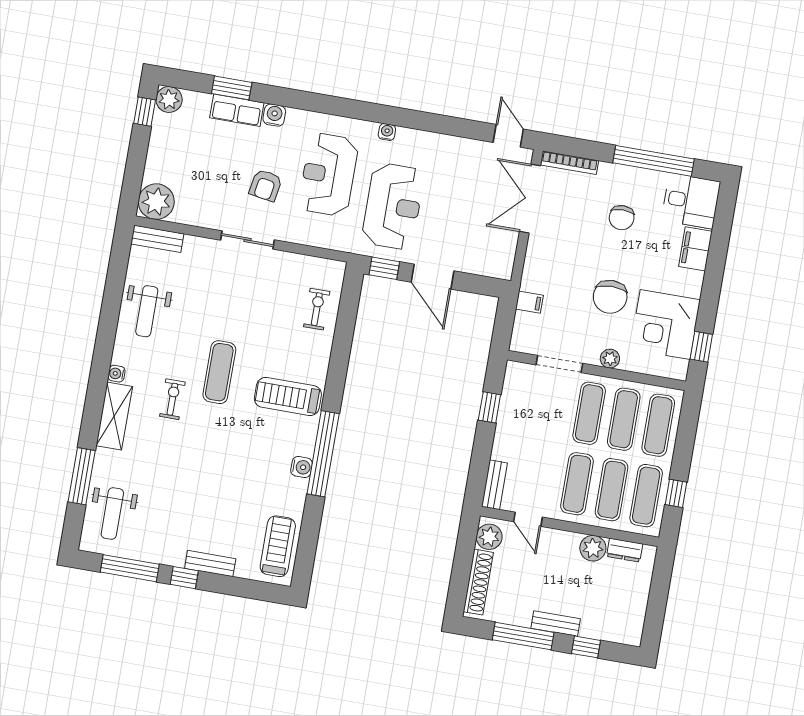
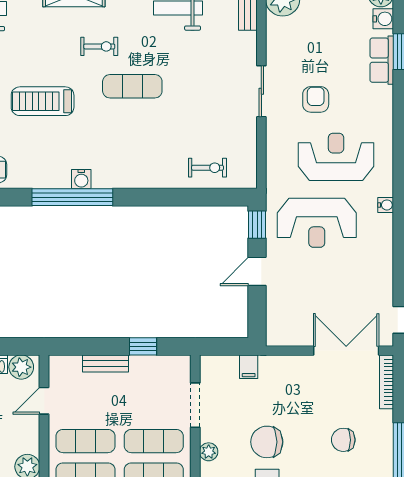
water cooler: (274, 115) -> (383, 19), moved
armchair: (266, 185) -> (316, 99), turned 81
door: (432, 277) -> (257, 271), width x0.73
treadmill: (288, 396) -> (43, 101), moved, turned -90
water cooler: (302, 467) -> (81, 179), moved
bench: (494, 485) -> (105, 364), moved

